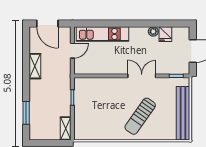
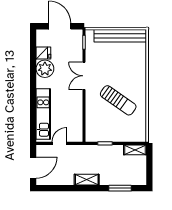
plant: (153, 31) -> (45, 69), width x1.88, depth x1.88
door: (72, 51) -> (59, 143), hinge flipped
shelving: (35, 66) -> (87, 180), moved
sun lounger: (140, 116) -> (118, 100), moved

